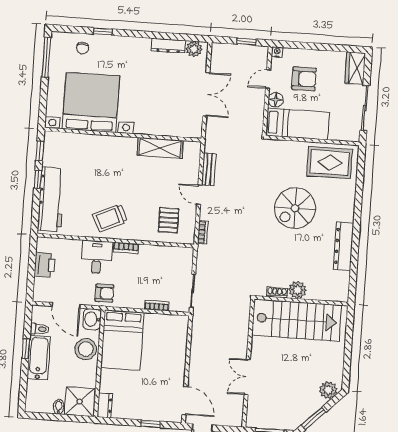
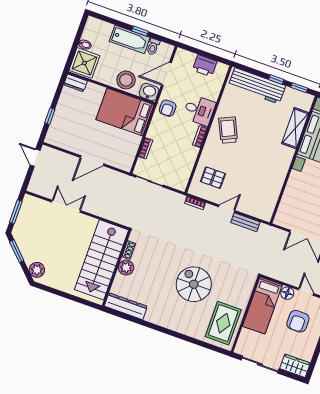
shelving: (160, 148) -> (295, 128), moved
dresser: (344, 246) -> (126, 306), moved
door: (185, 401) -> (92, 161), moved

